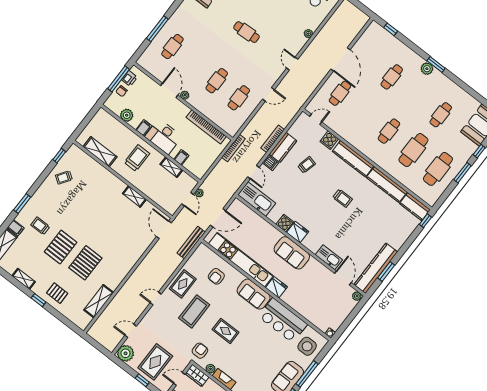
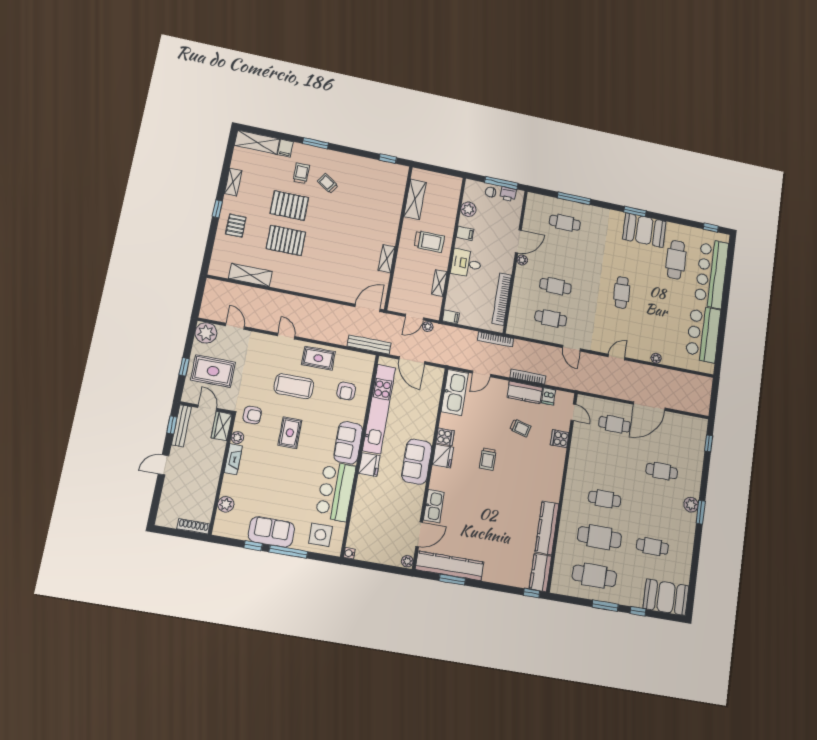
desk: (163, 137) -> (466, 263), width x0.73
filing cabinet: (181, 157) -> (451, 317), moved
kitchen counter: (353, 159) -> (554, 475), removed
dishwasher: (270, 163) -> (548, 396), moved
trolley: (64, 177) -> (328, 183), moved
trolley: (343, 198) -> (488, 459), moved
armchair: (216, 276) -> (346, 391), turned -90

